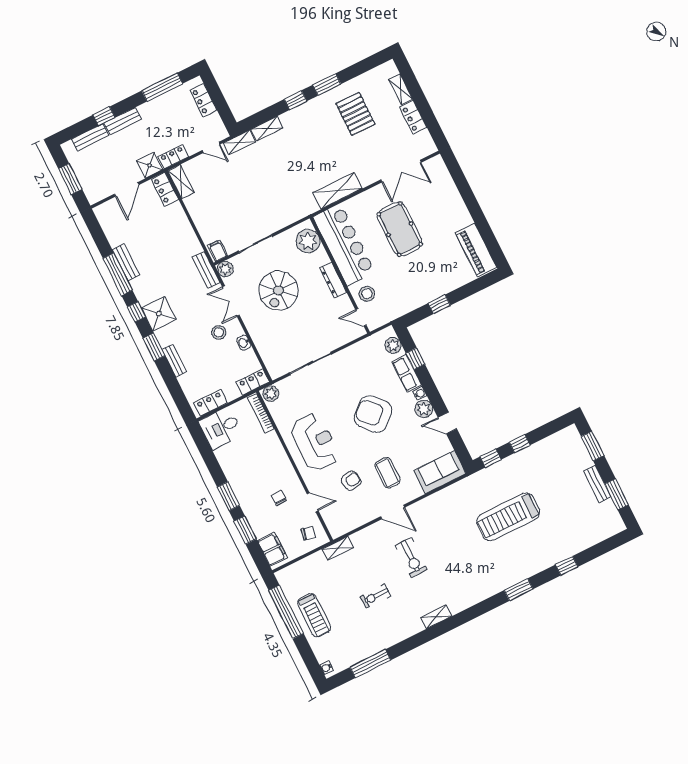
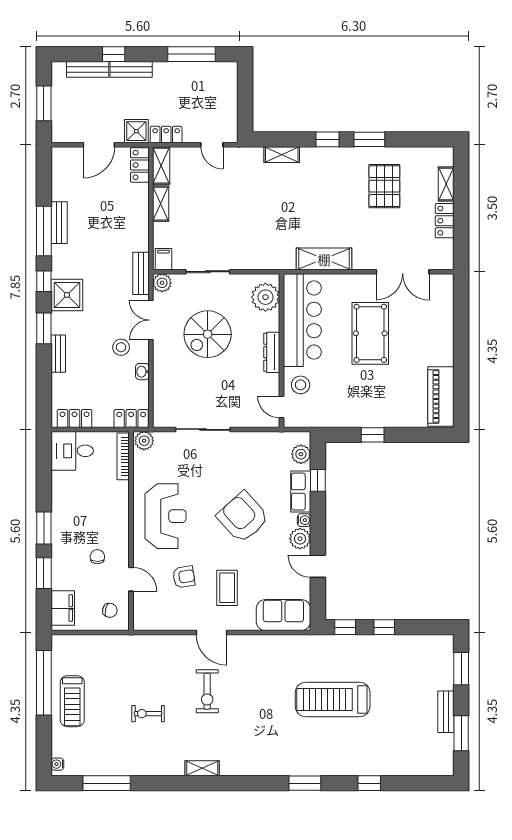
locker: (203, 100) -> (229, 90), removed
shelving: (239, 142) -> (161, 204), moved, turned 90
shelving: (338, 548) -> (133, 642), removed

